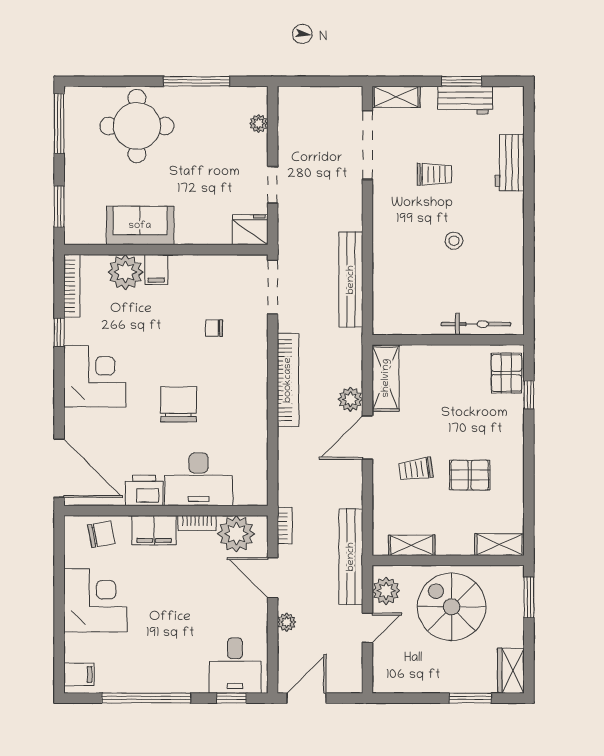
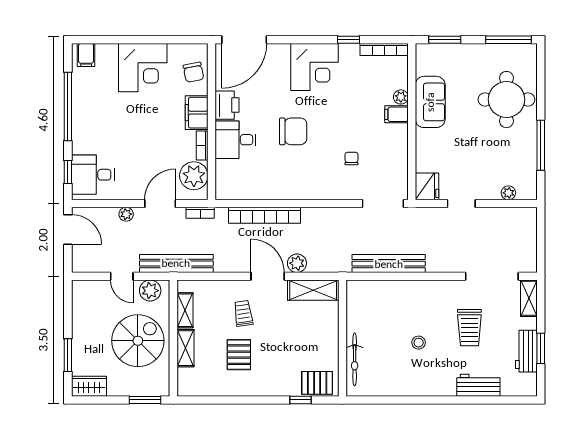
trolley: (434, 174) -> (469, 328), width x1.36, depth x1.39
plant: (125, 272) -> (401, 97), width x0.53, depth x0.53
bookcase: (288, 380) -> (264, 215), moved
desk: (199, 479) -> (236, 140), width x0.73
shelving: (500, 545) -> (185, 348), moved

